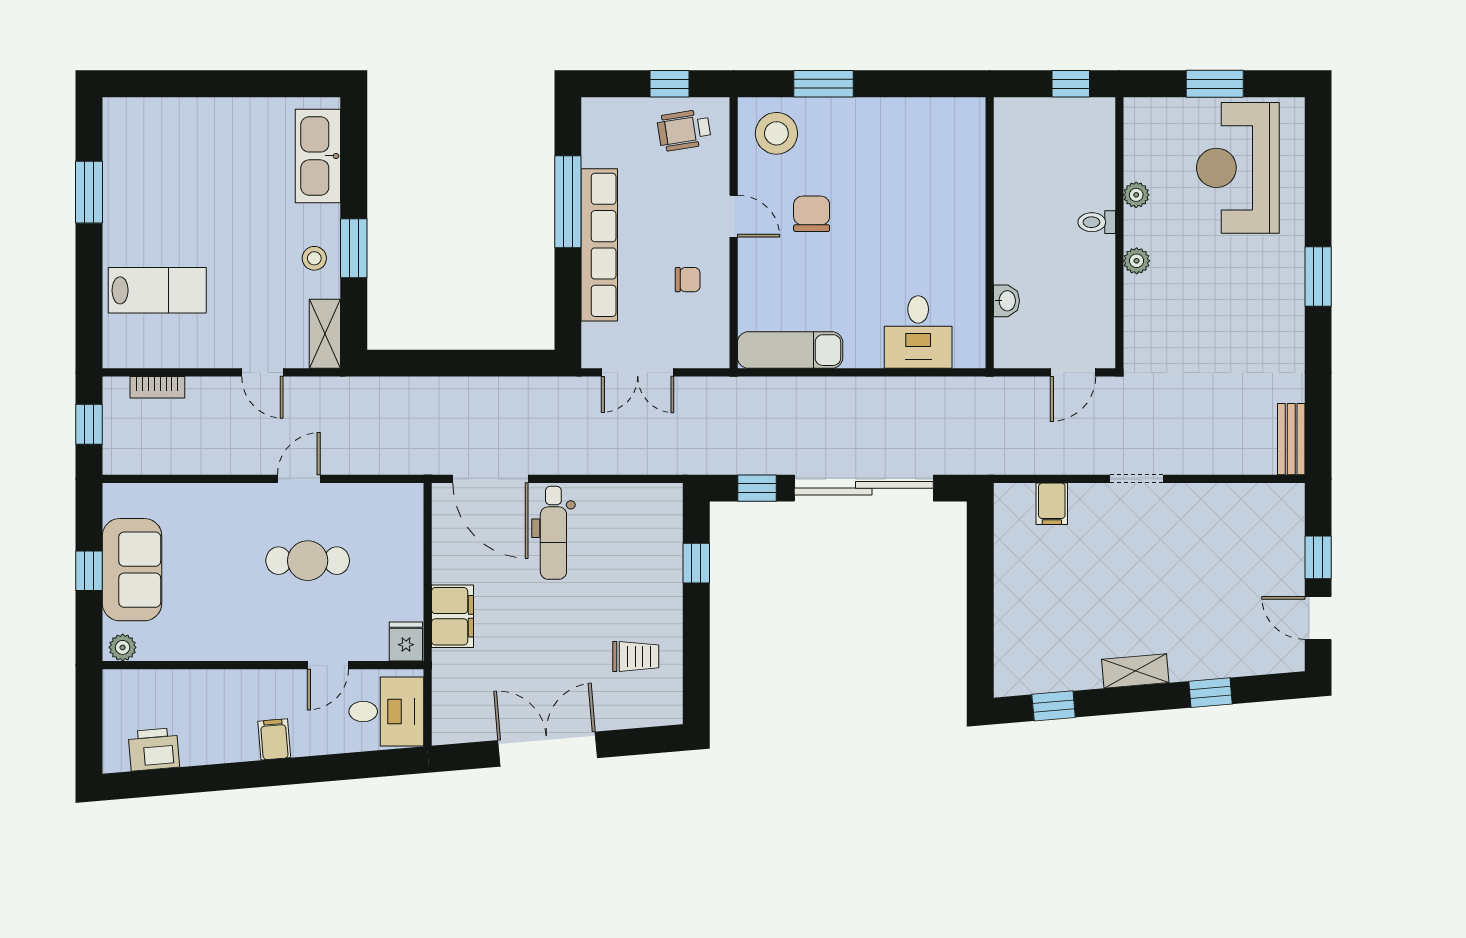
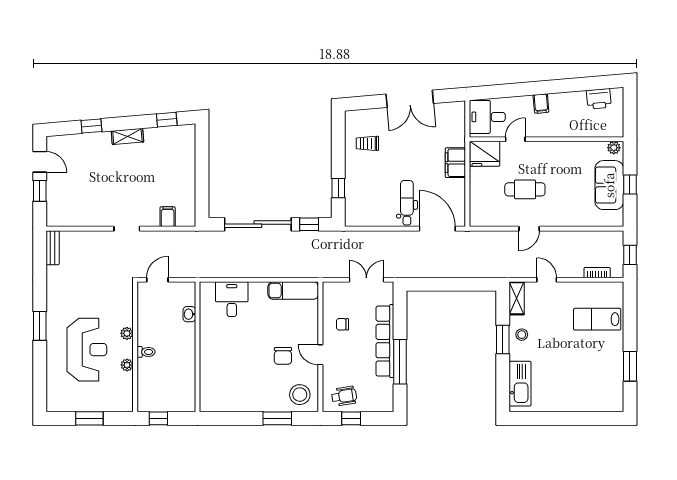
reception desk: (1238, 168) -> (87, 350), moved
fridge: (406, 641) -> (485, 154), width x1.88, depth x1.34

